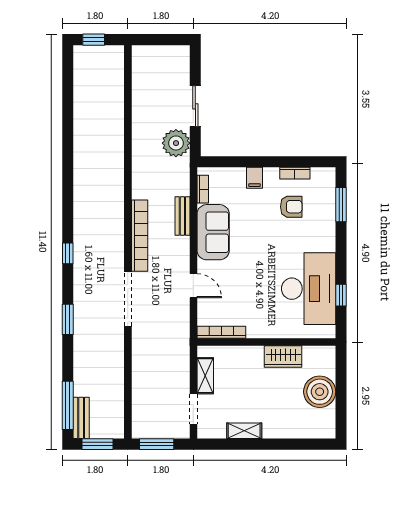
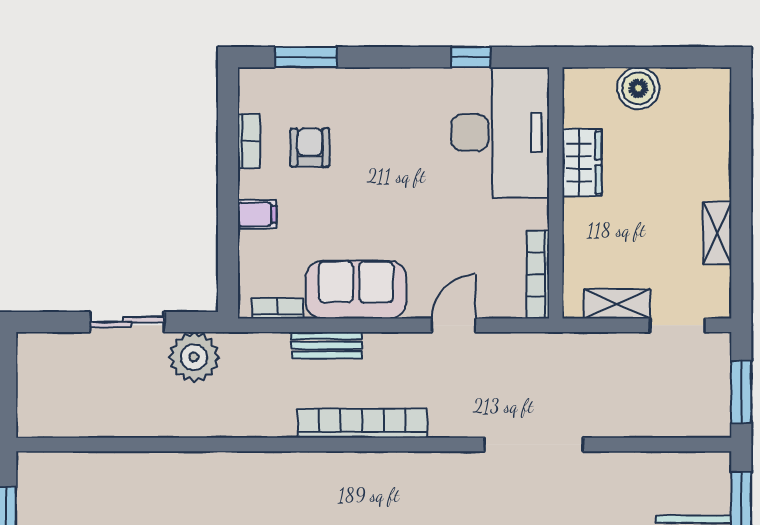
desk: (309, 289) -> (500, 133), moved, turned 90
doorway: (128, 299) -> (534, 445), moved
boiler: (320, 392) -> (638, 88), width x0.73, depth x0.73

